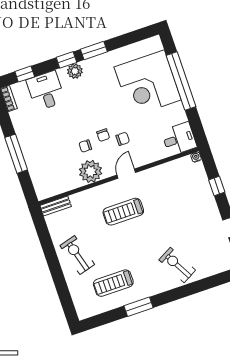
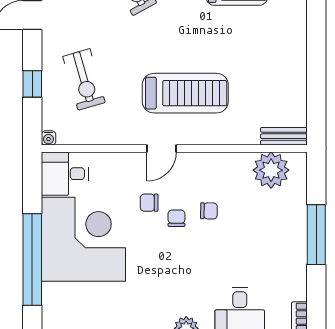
corner desk: (148, 83) -> (83, 239), moved
plant: (91, 171) -> (271, 170), moved
treadmill: (123, 212) -> (185, 93), width x1.37, depth x1.38
exercise bike: (77, 255) -> (84, 79), moved

